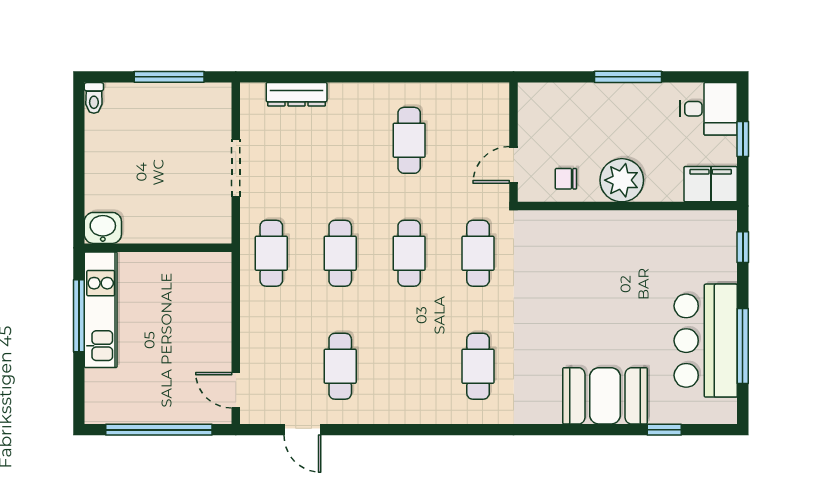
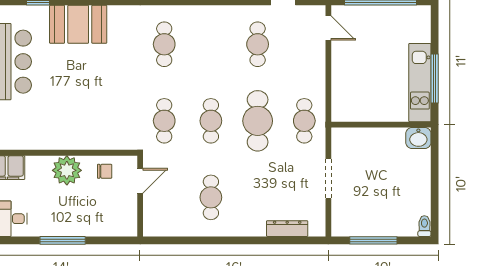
cafe table: (340, 253) -> (258, 121), width x1.37, depth x1.35

